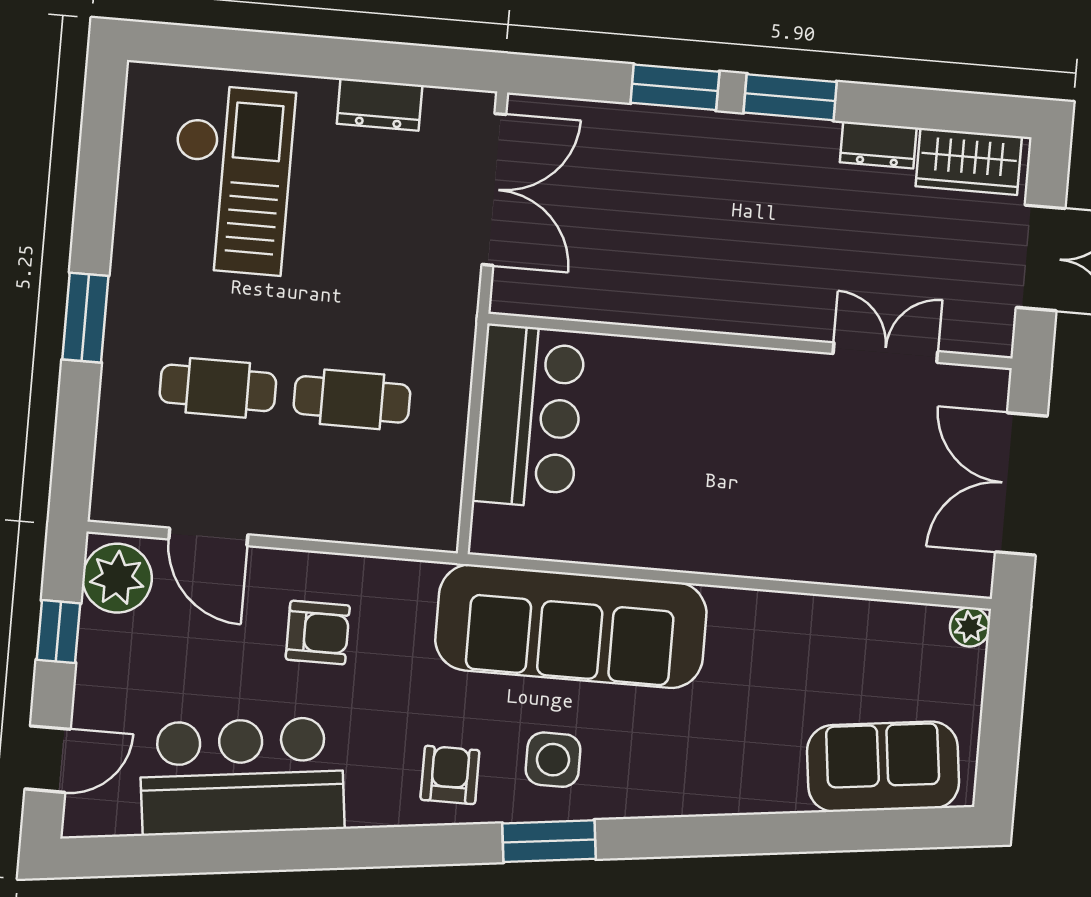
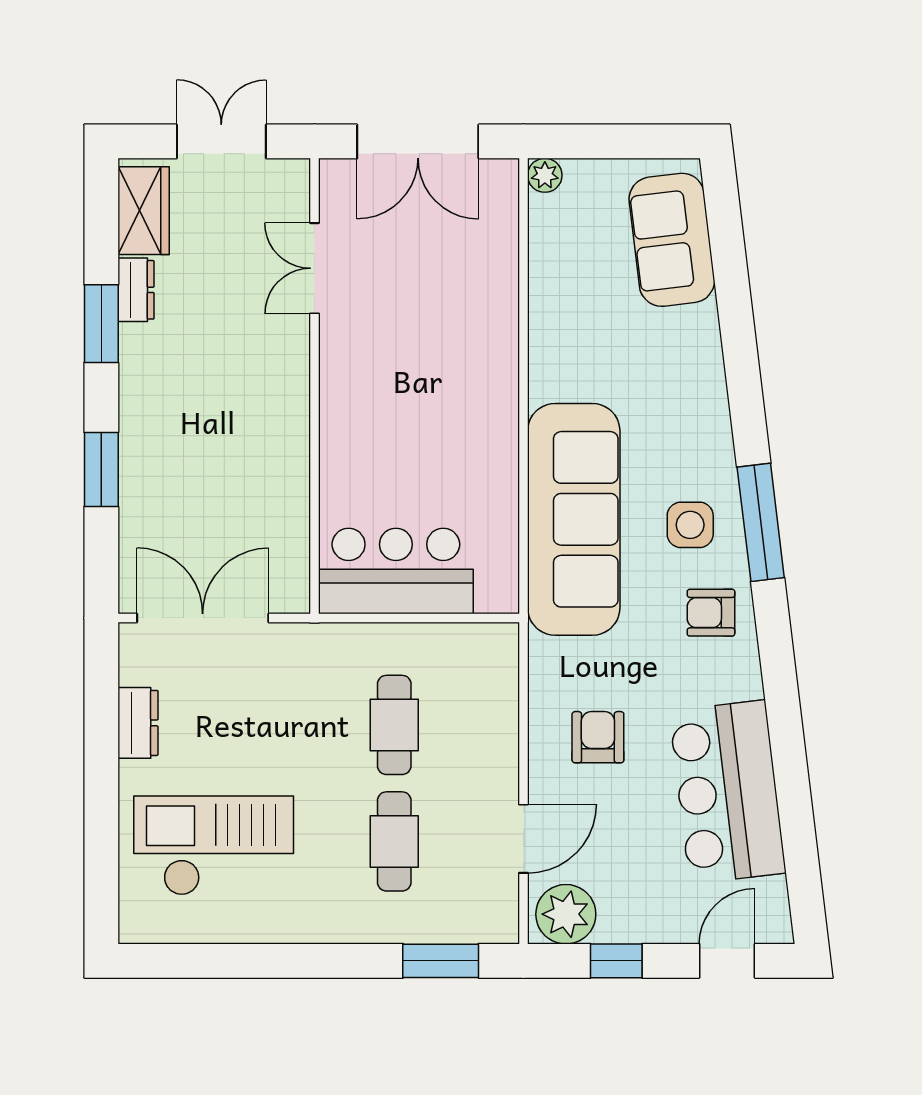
window: (790, 97) -> (101, 324), moved
window: (85, 318) -> (441, 961), moved
door: (48, 759) -> (727, 961), hinge flipped
window: (549, 841) -> (761, 522), width x1.44

